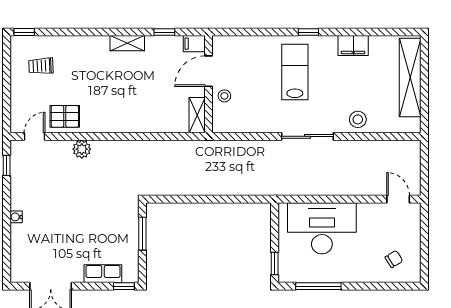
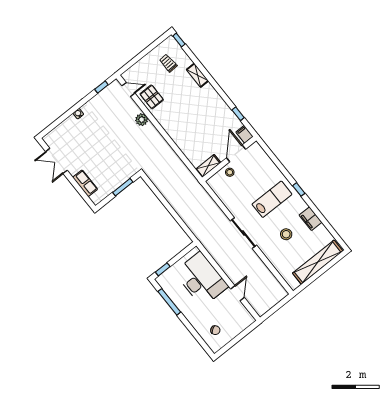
shelving: (127, 43) -> (197, 75), moved
door: (209, 71) -> (236, 153), hinge flipped
stool: (358, 119) -> (286, 234), moved
door: (398, 199) -> (237, 293), moved
window: (124, 286) -> (87, 199), removed

